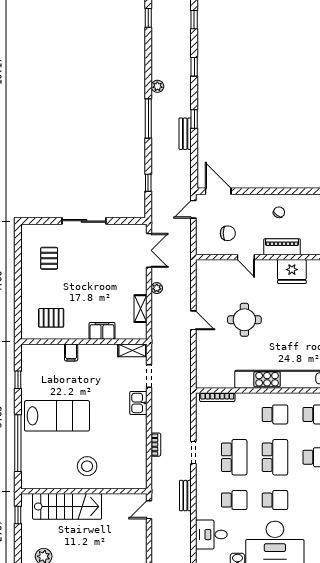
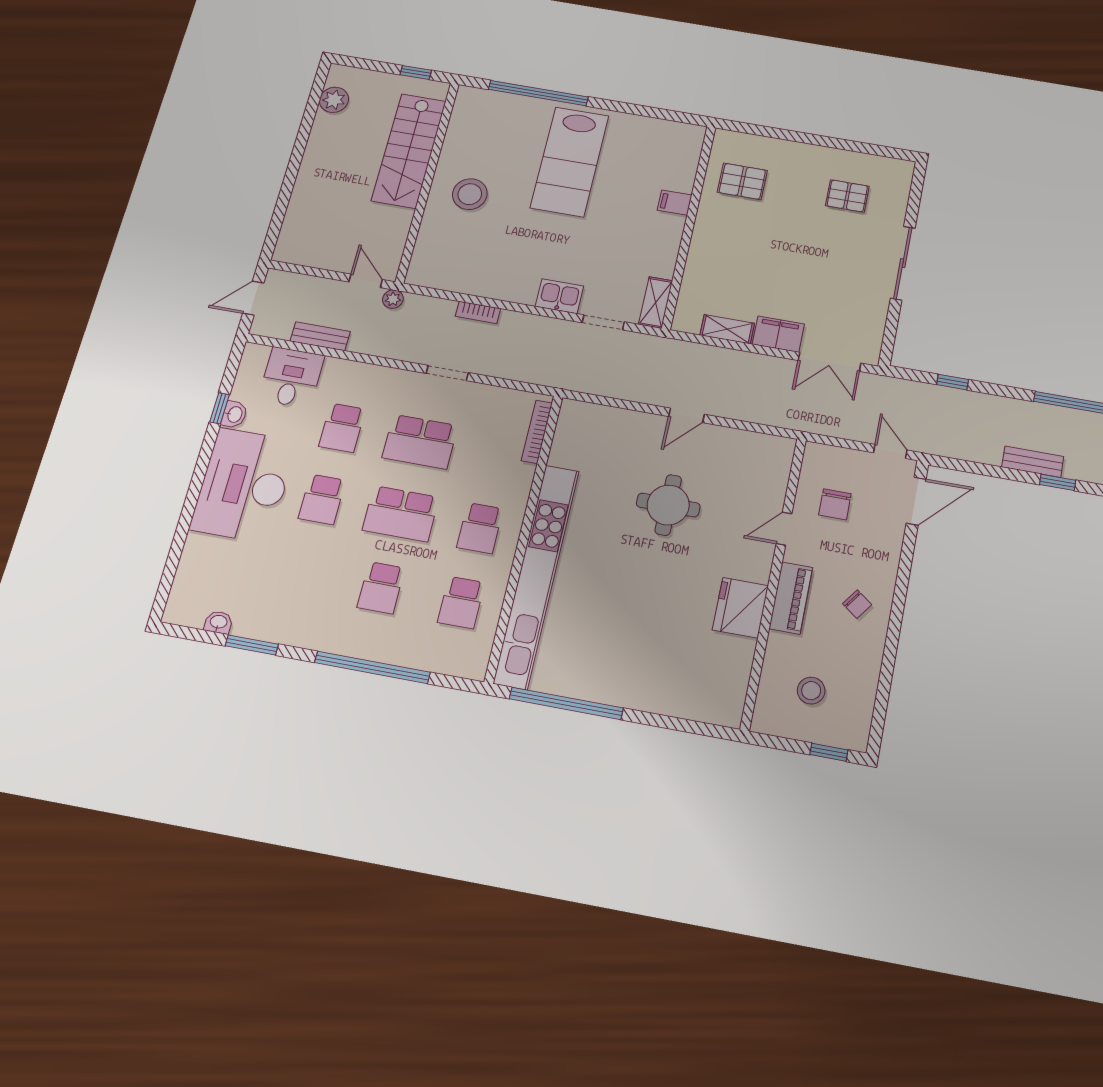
plant: (157, 288) -> (393, 299), moved
pallet: (51, 318) -> (742, 181), turned 90
filing cabinet: (102, 331) -> (778, 334), moved, turned -90
window: (18, 380) -> (647, 111), removed
bench: (185, 496) -> (320, 336), moved

